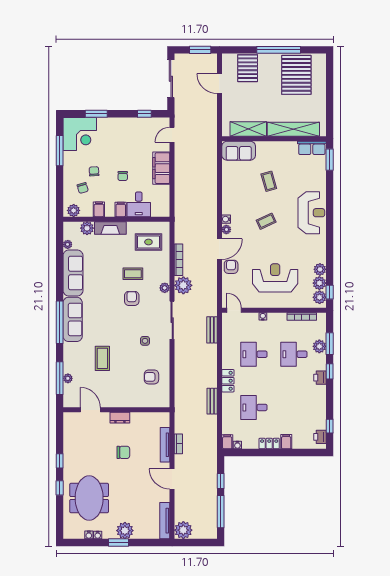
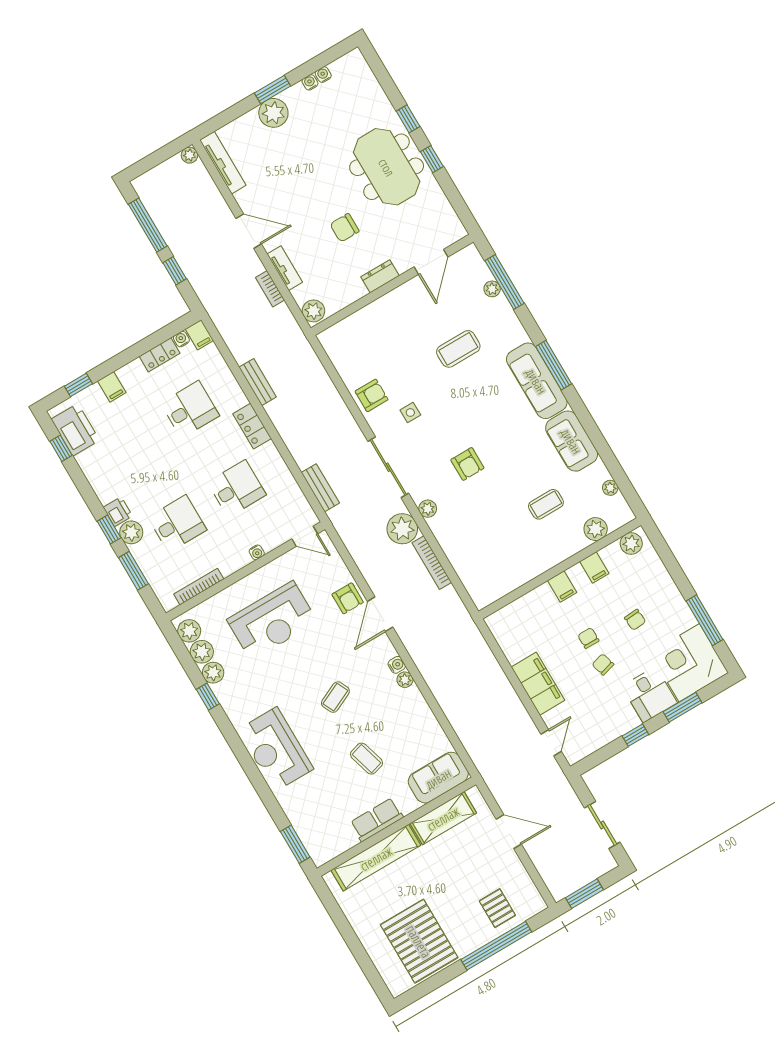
window: (279, 50) -> (496, 946), moved
pallet: (248, 68) -> (497, 908), width x0.67, depth x0.71
sliding door: (171, 79) -> (602, 825), width x0.73
door: (219, 84) -> (509, 832), moved
window: (144, 114) -> (635, 735), moved
row of seats: (312, 148) -> (377, 820), moved
chair: (83, 188) -> (603, 664), moved
desk: (139, 204) -> (650, 695), moved, turned 180
fireplace: (110, 228) -> (561, 550), removed
plant: (226, 229) -> (405, 680), moved
rug: (148, 242) -> (492, 563), removed
sofa: (73, 273) -> (572, 441), width x0.73
coffee table: (133, 274) -> (546, 504), moved
window: (330, 292) -> (208, 697), moved
window: (60, 322) -> (554, 365), width x0.68
plant: (319, 346) -> (131, 532), moved
coffee table: (102, 358) -> (458, 349), turned 90
armchair: (151, 377) -> (372, 395), moved
door: (90, 410) -> (431, 262), hinge flipped
plant: (163, 420) -> (313, 311), added
printer: (320, 437) -> (75, 430), width x1.87, depth x1.48
locker: (269, 444) -> (160, 355), moved
tv unit: (165, 445) -> (285, 268), width x0.71
window: (302, 452) -> (78, 385), added
meeting table: (89, 498) -> (387, 167), moved
plant: (183, 530) -> (189, 155), width x0.53, depth x0.53

